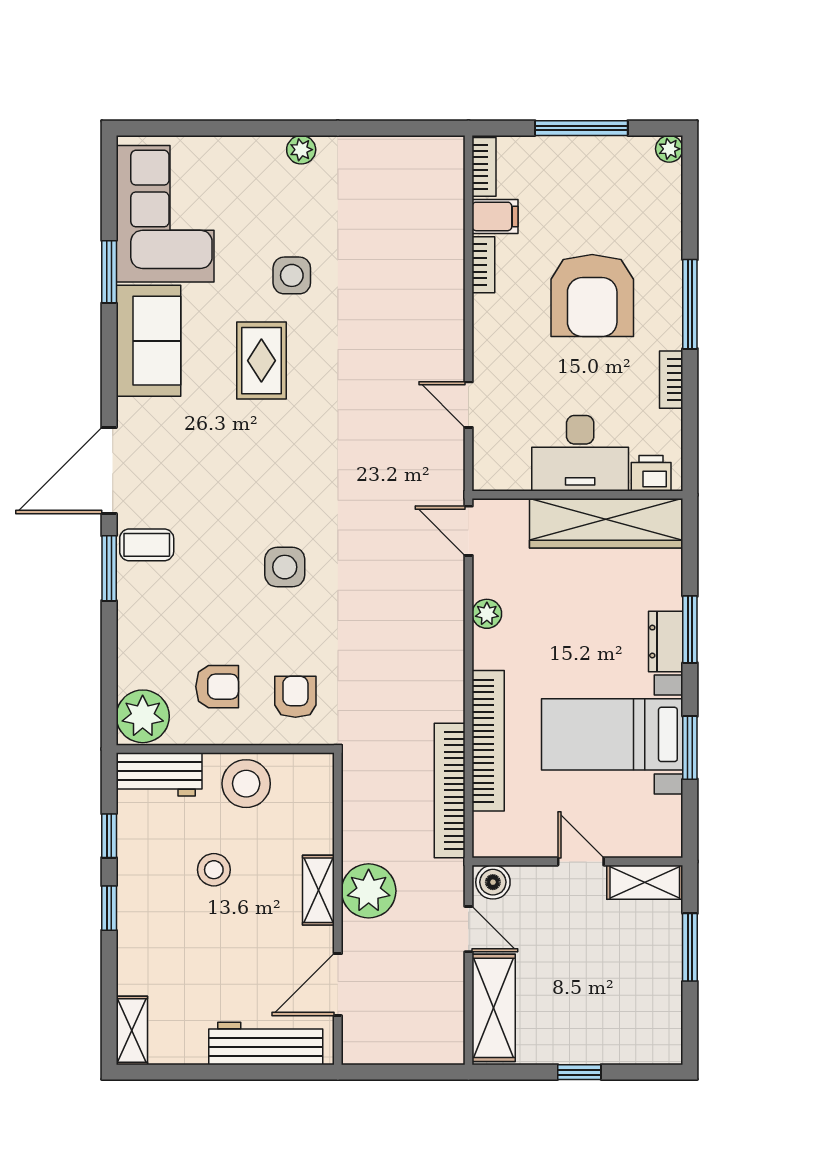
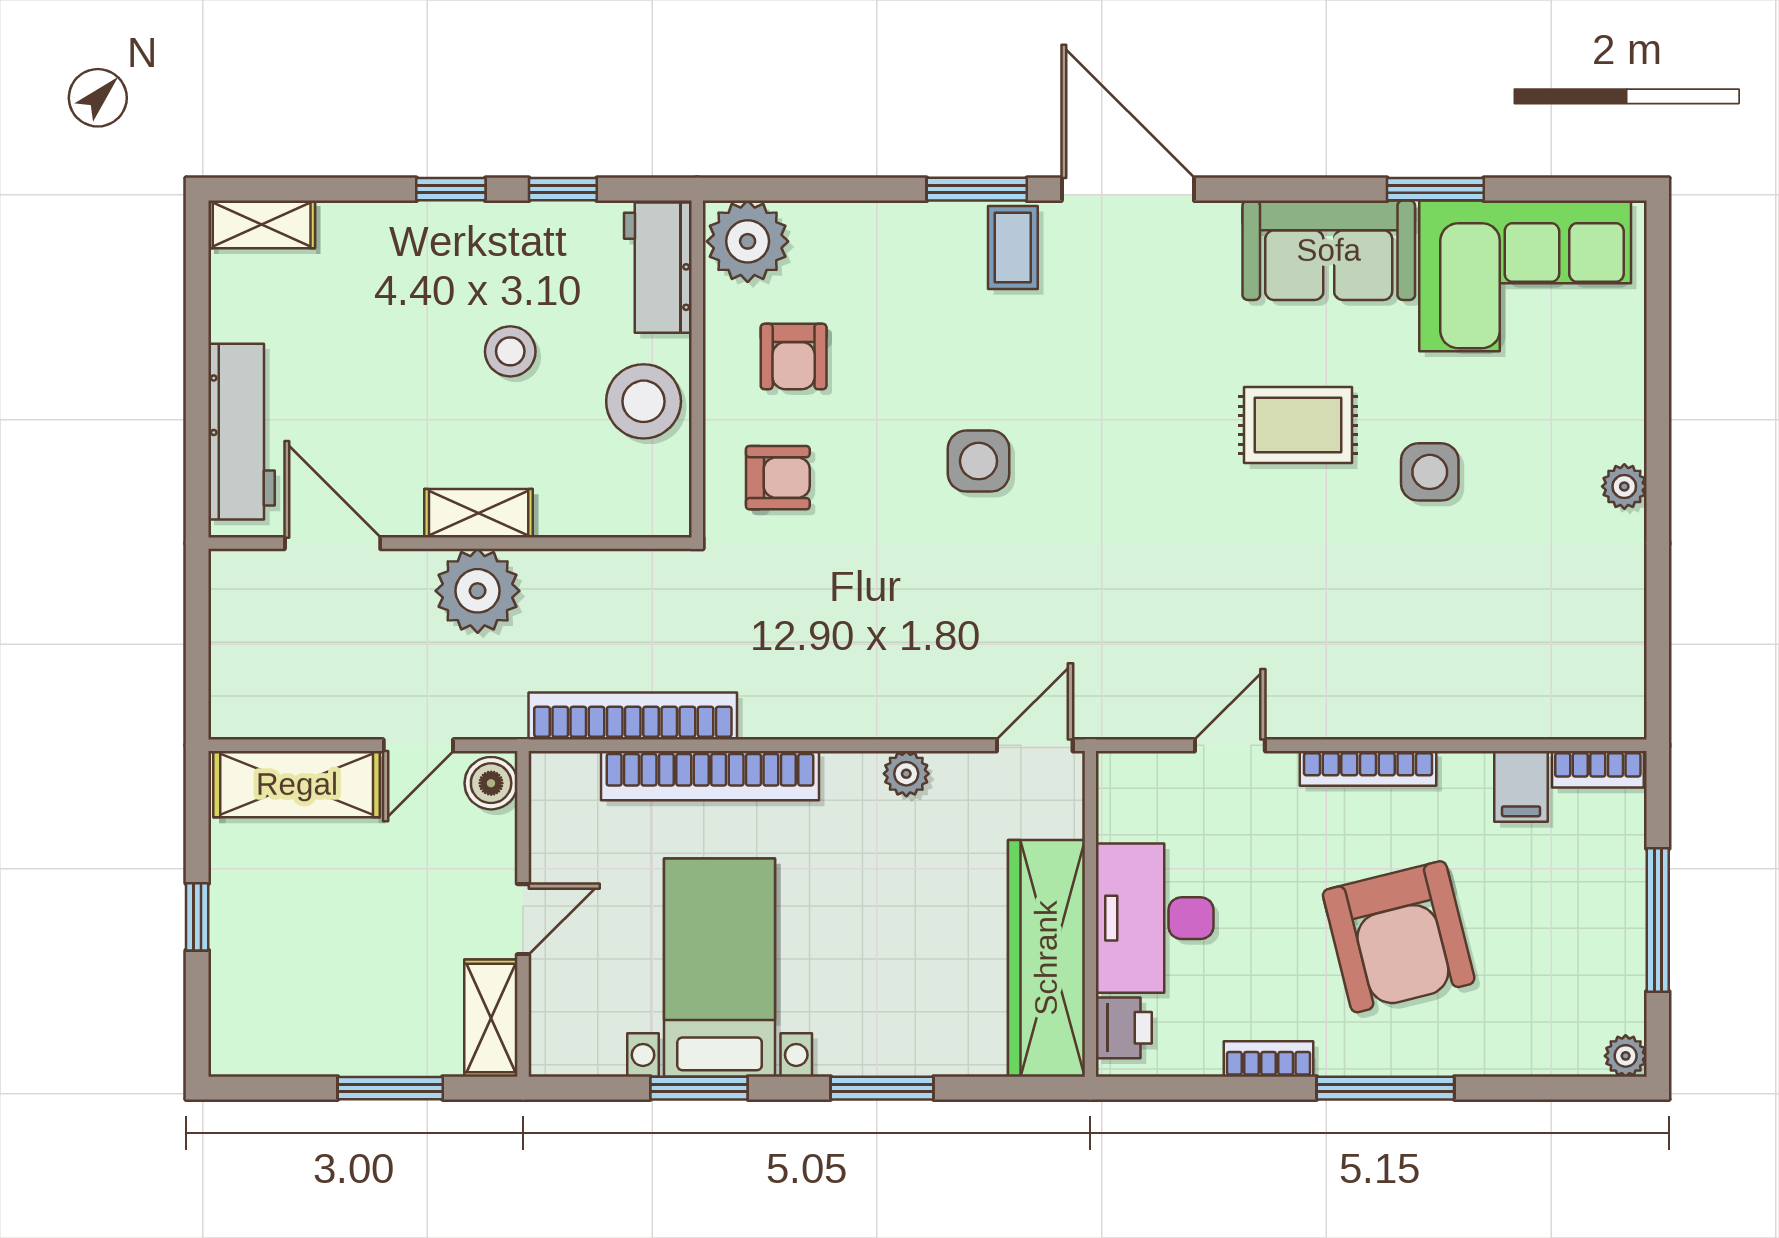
bookcase: (483, 265) -> (1368, 768), moved, width x1.56
armchair: (592, 296) -> (1399, 937), turned -104
dresser: (666, 642) -> (863, 1050), removed

